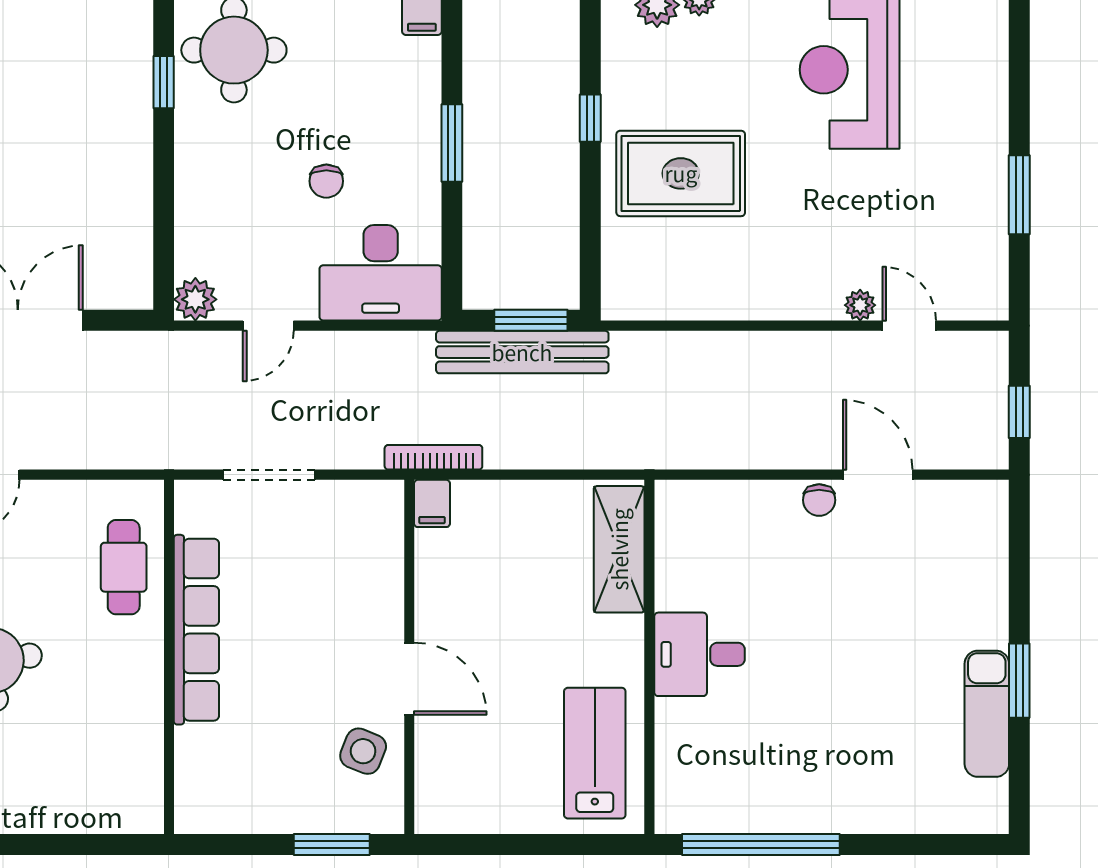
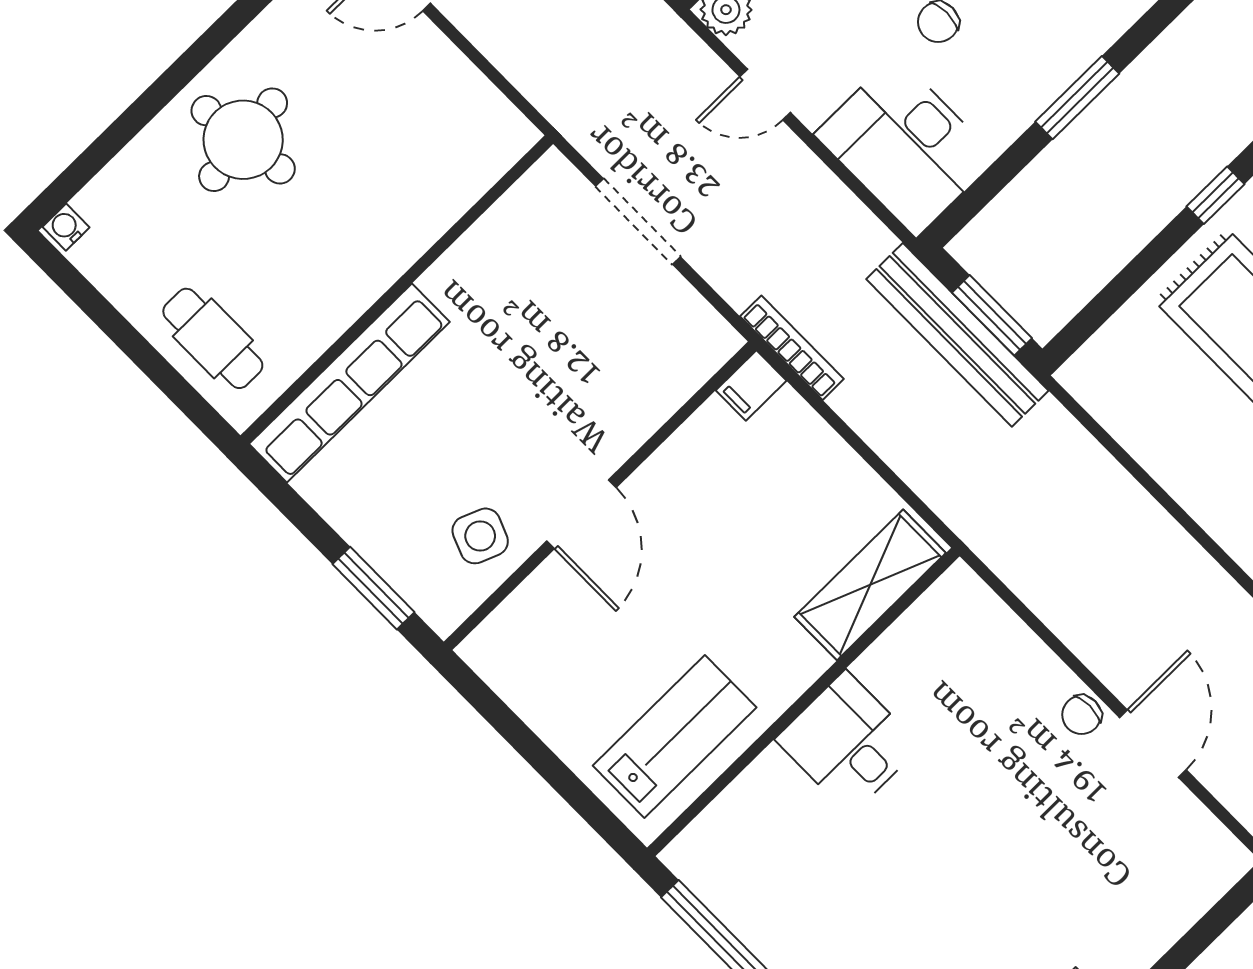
cafe table: (124, 567) -> (213, 338), moved, turned 90
row of seats: (196, 630) -> (349, 383), moved

